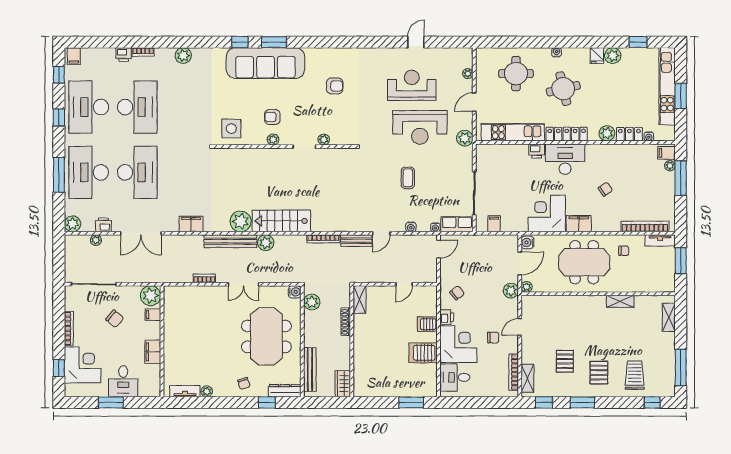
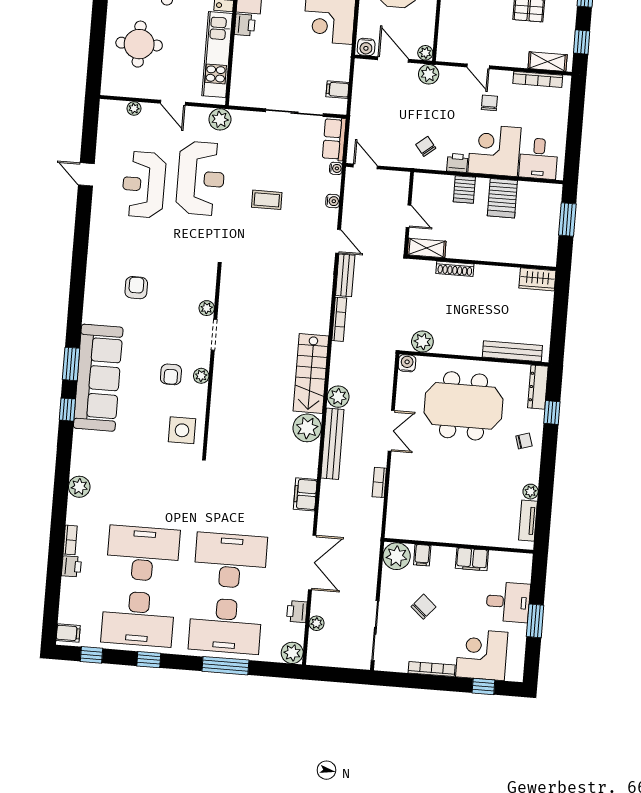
shelving: (360, 300) -> (427, 248), moved
shoe rack: (346, 322) -> (455, 269), moved
wall: (352, 341) -> (482, 263), moved
wardrobe: (343, 384) -> (537, 279), moved

